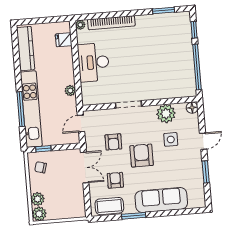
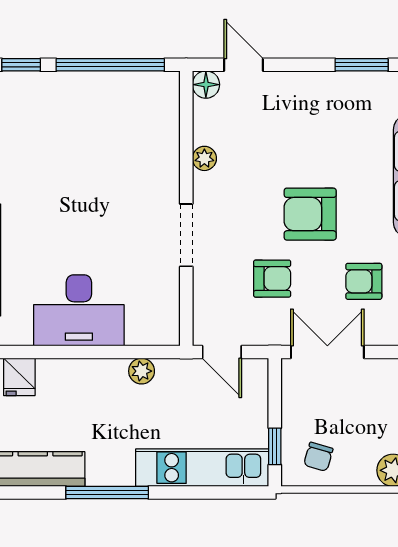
window: (21, 109) -> (107, 493), moved
kitchen unit: (31, 109) -> (202, 468), width x0.73
plant: (166, 114) -> (204, 158), width x0.53, depth x0.53
side table: (171, 139) -> (277, 141), removed
door: (203, 141) -> (244, 65), moved

